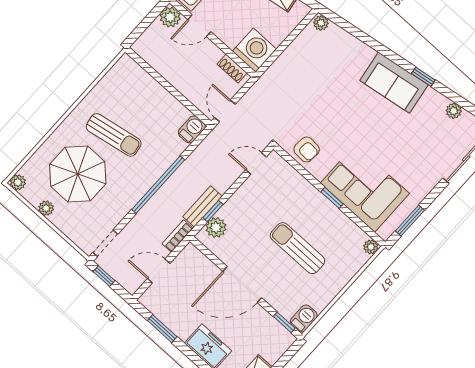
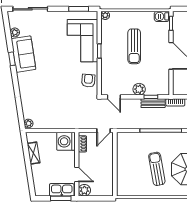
sofa: (394, 83) -> (24, 54), moved
barbecue: (192, 129) -> (124, 138), removed
plant: (216, 228) -> (139, 89), moved

